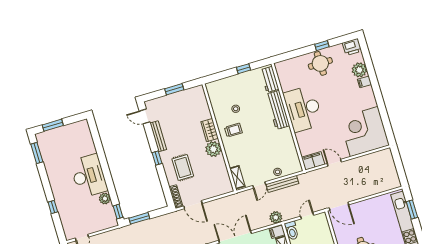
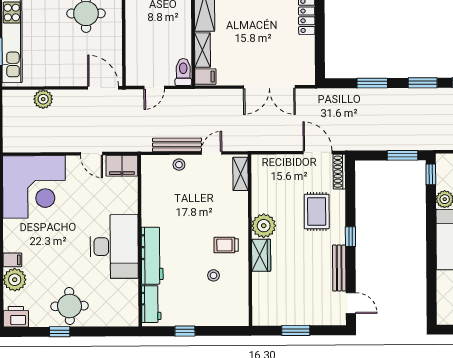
plant: (276, 217) -> (43, 99), moved

